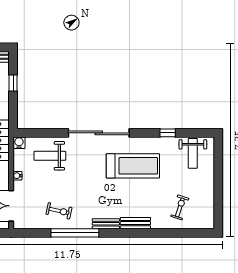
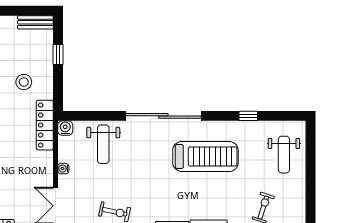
weight bench: (193, 153) -> (284, 155), moved
weight bench: (50, 156) -> (103, 144), turned -90

